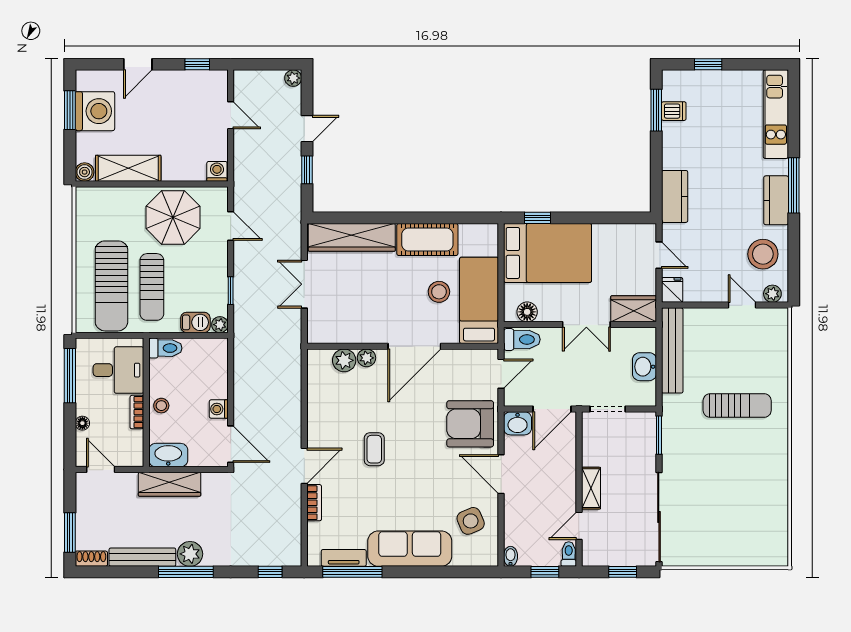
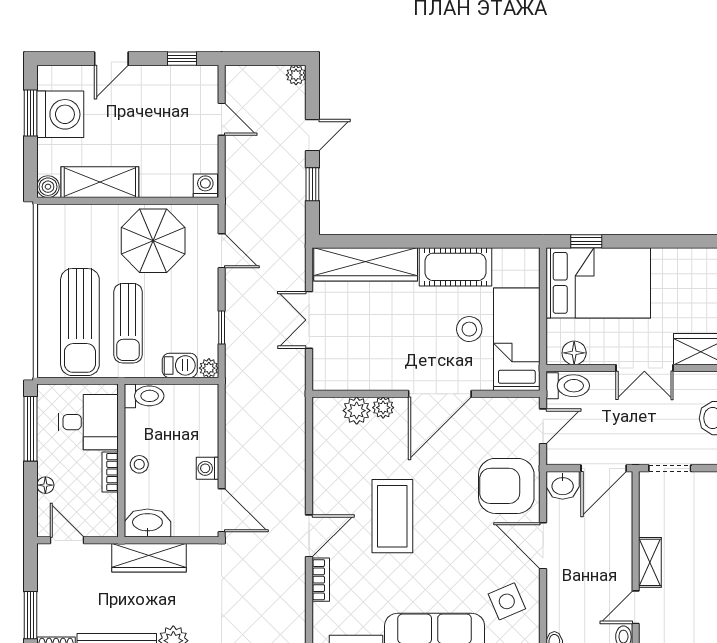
coffee table: (374, 449) -> (392, 516), width x1.86, depth x1.72

